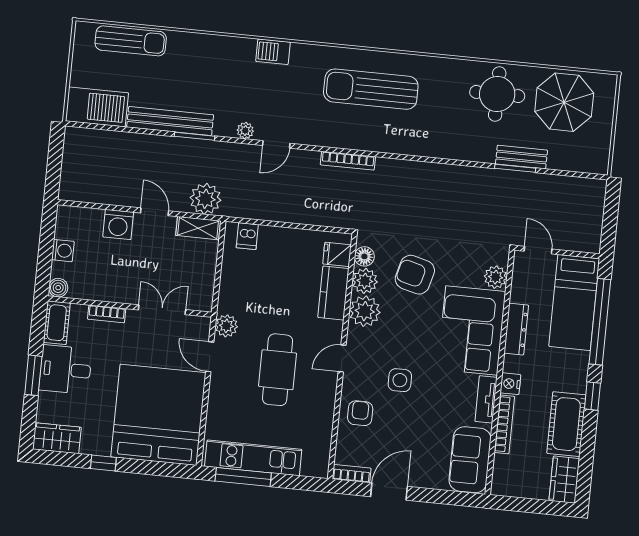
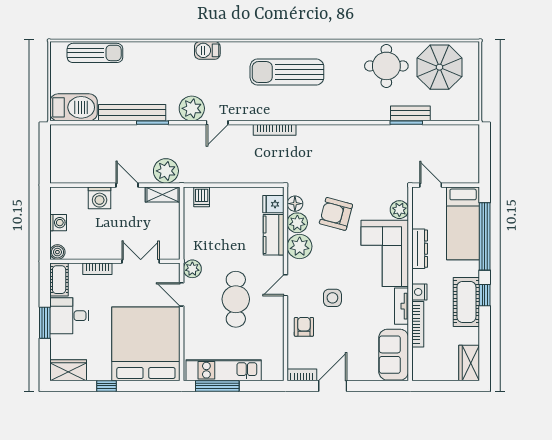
plant: (245, 131) -> (192, 108), width x1.88, depth x1.88
cot: (566, 424) -> (466, 302), moved

